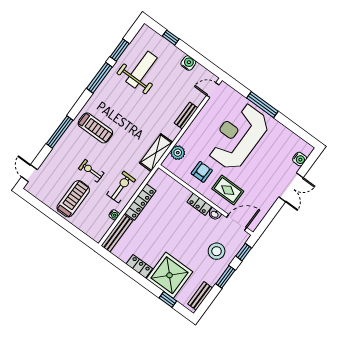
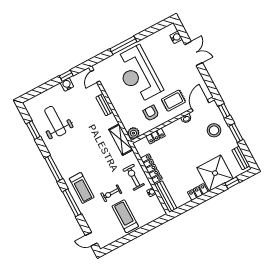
window: (171, 38) -> (66, 76), moved
window: (99, 78) -> (54, 169), moved
treadmill: (95, 128) -> (82, 188), moved, turned 90
plant: (178, 153) -> (133, 133), moved
locker: (199, 204) -> (156, 136), moved

